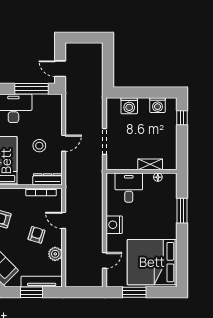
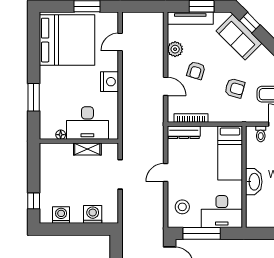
stool: (39, 146) -> (182, 207), moved
shelving: (150, 164) -> (87, 149), moved
desk: (129, 188) -> (87, 123), width x1.37

